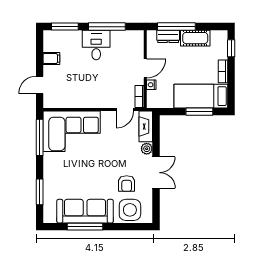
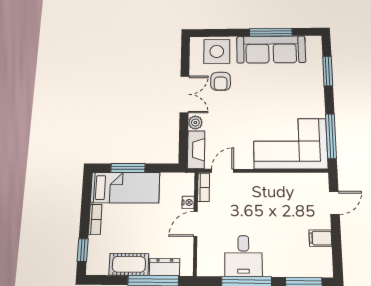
desk: (96, 45) -> (243, 256), moved
double door: (156, 173) -> (184, 94), swing flipped
armchair: (127, 184) -> (221, 81), turned 180

